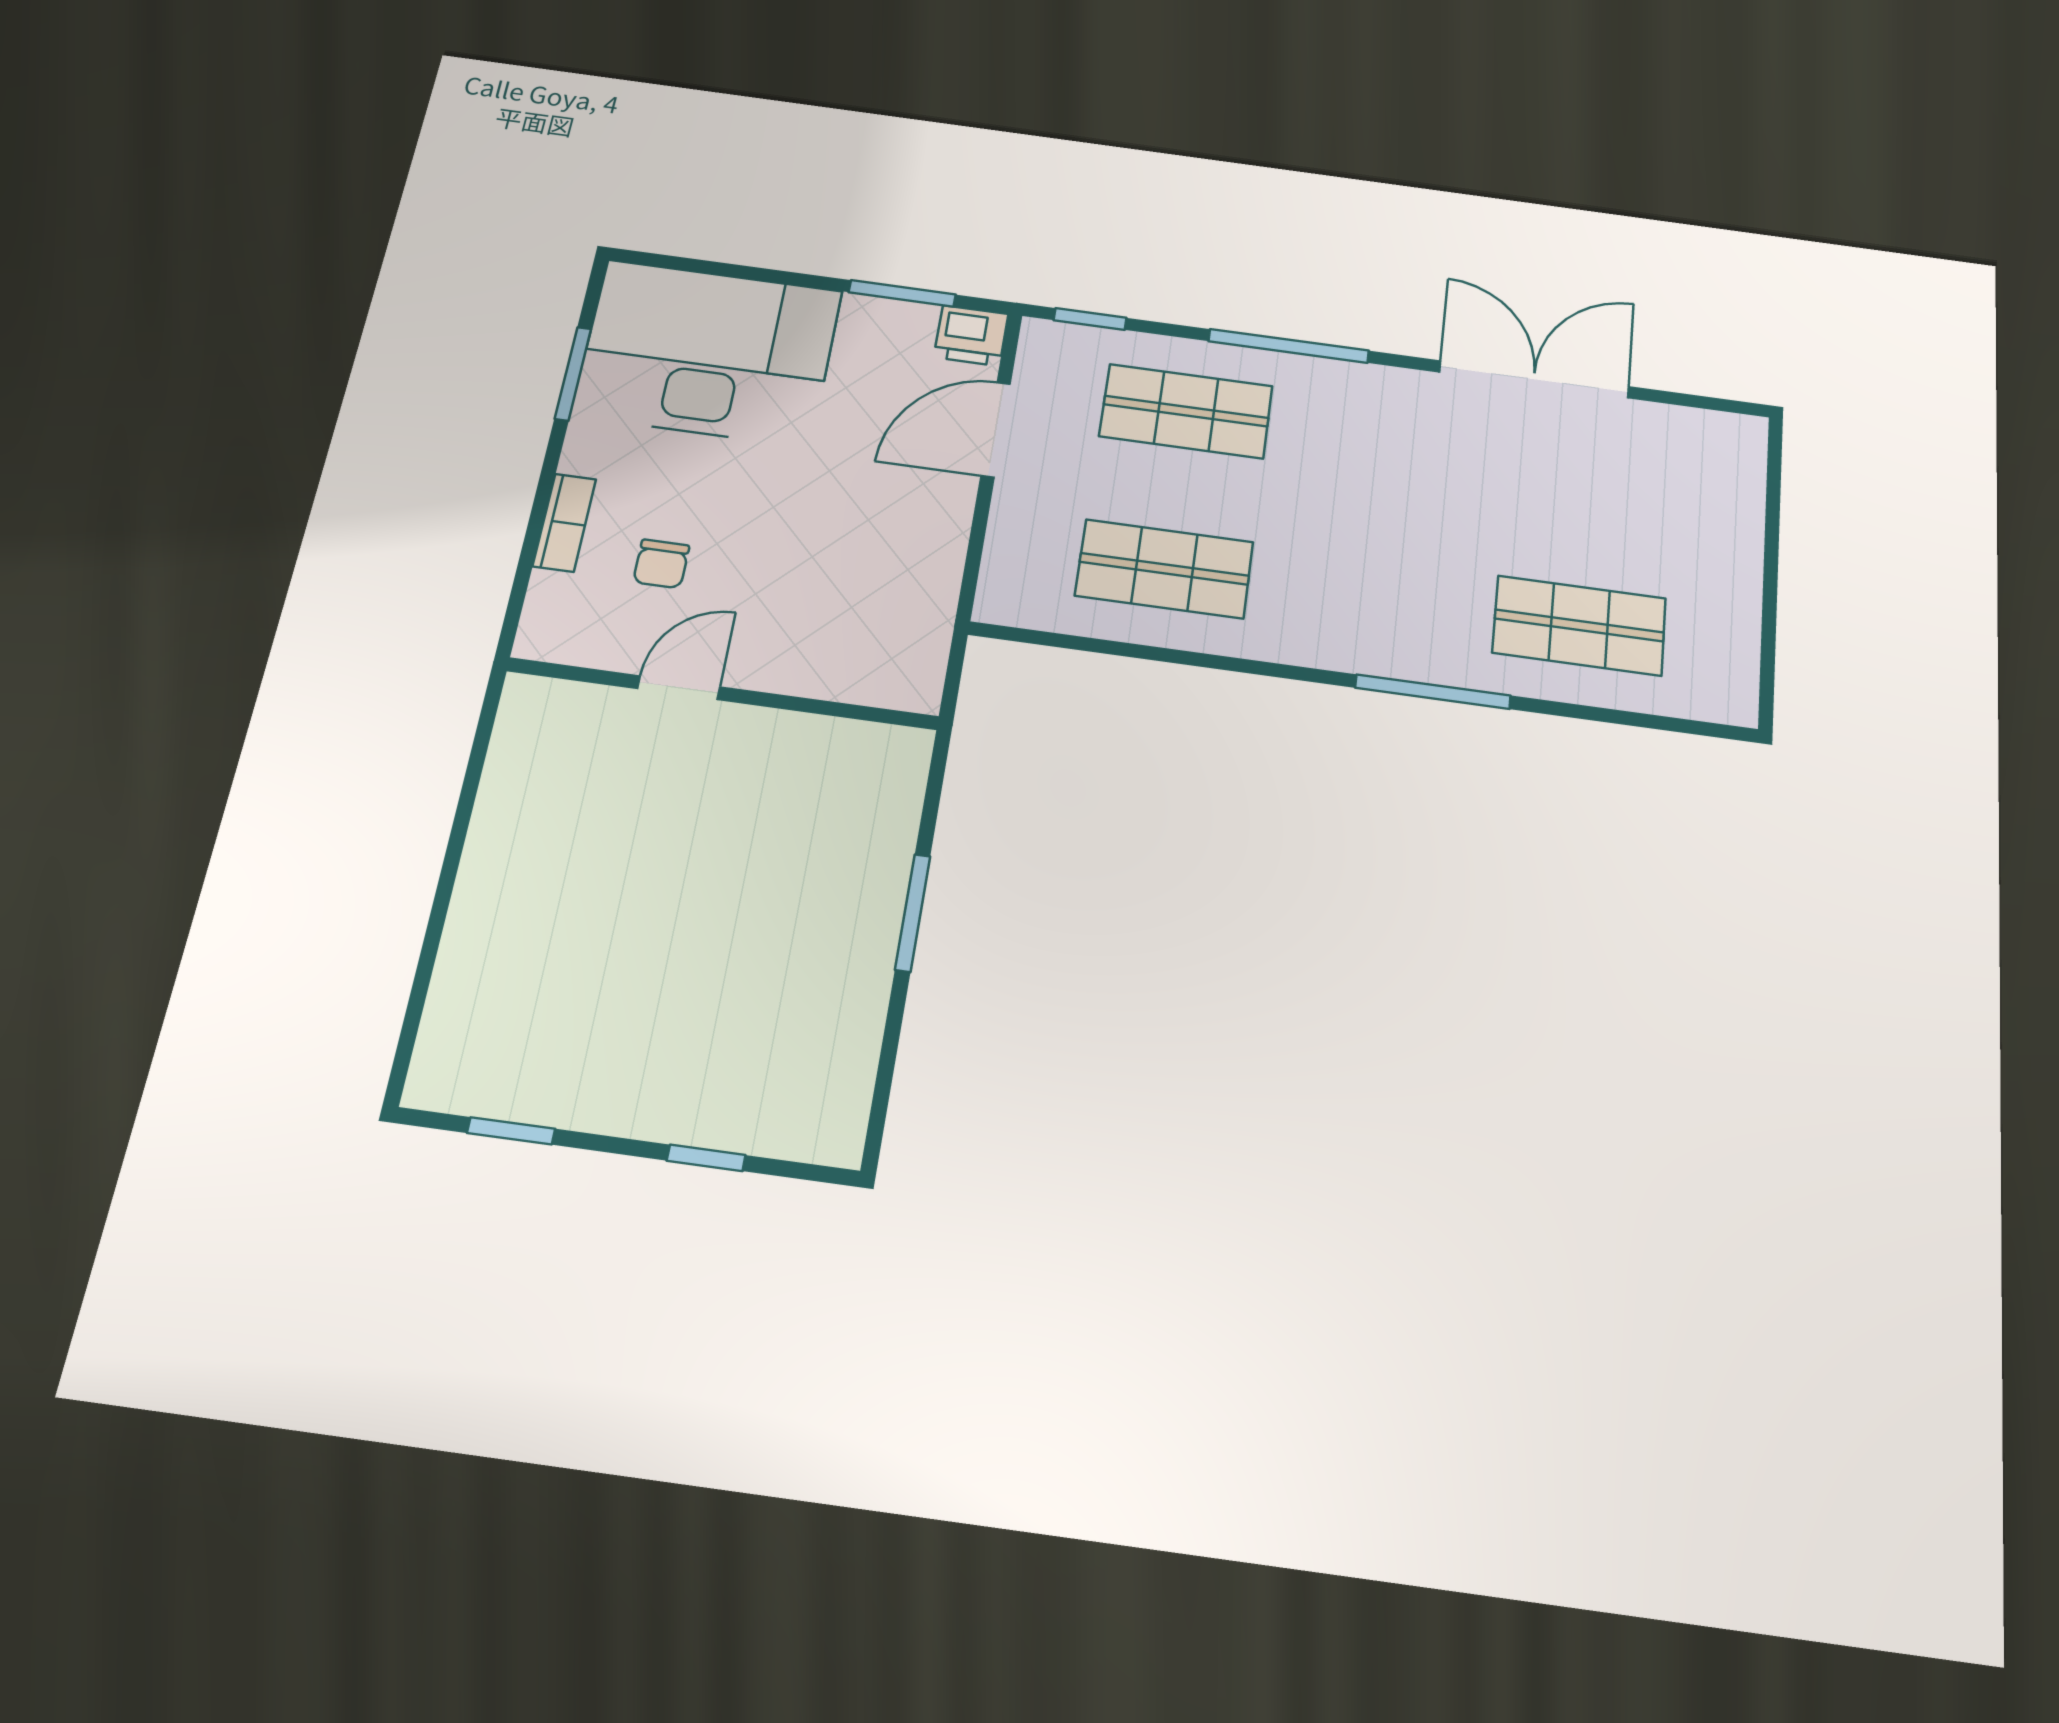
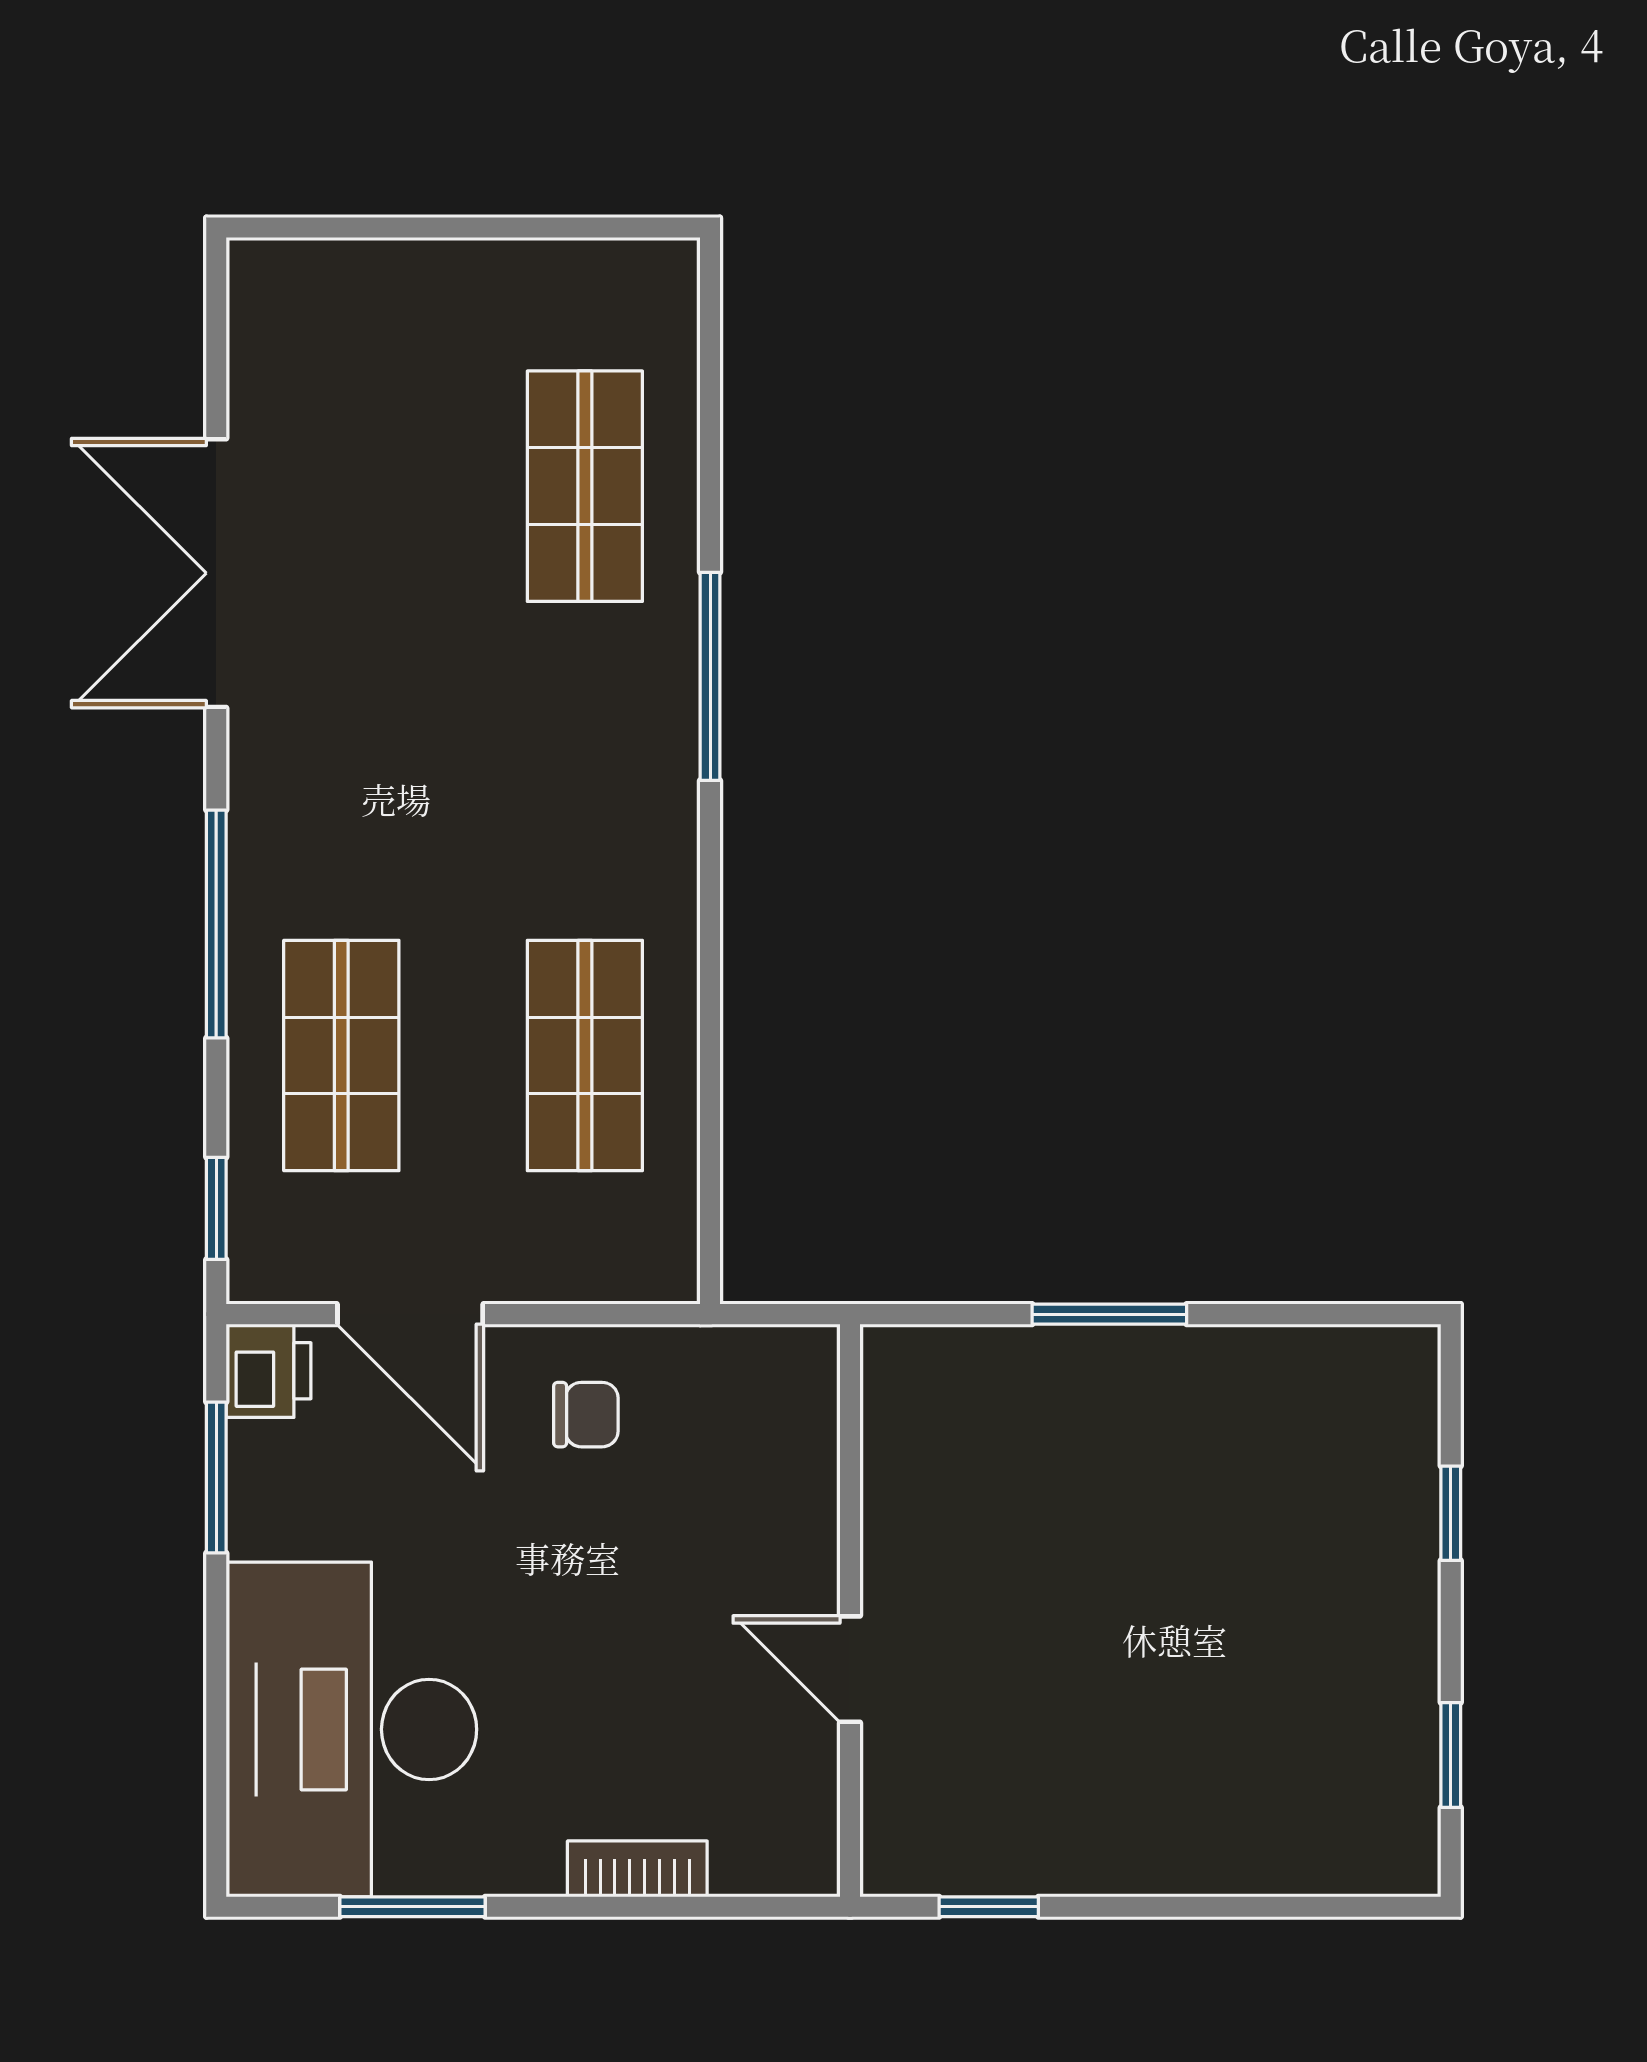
chair: (661, 564) -> (586, 1415), moved
window: (476, 762) -> (989, 1907), added

